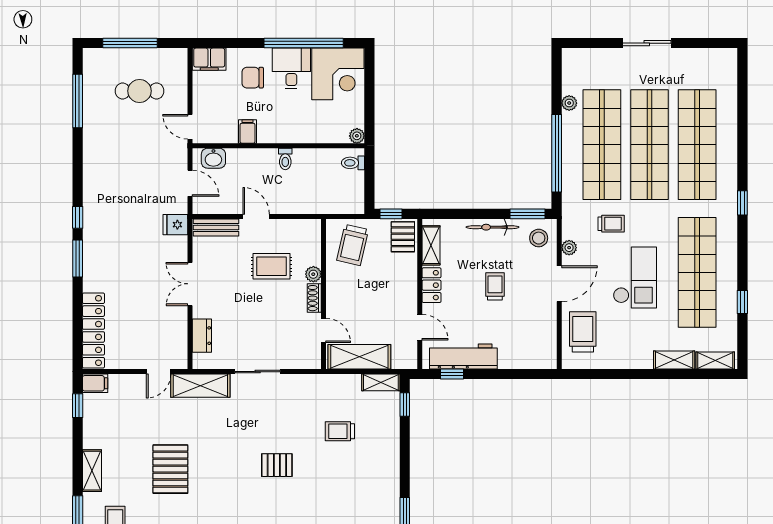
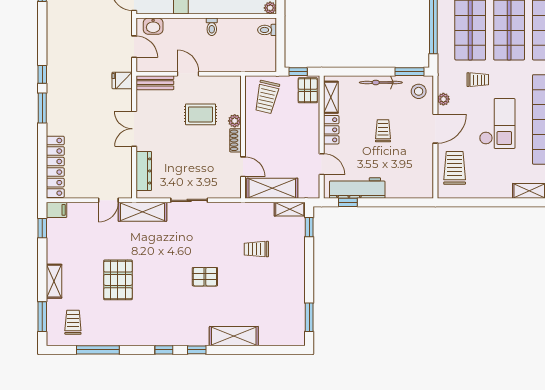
dresser: (202, 336) -> (144, 171), width x1.44

